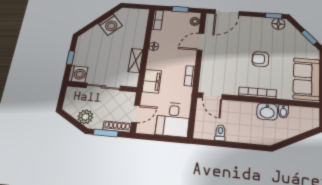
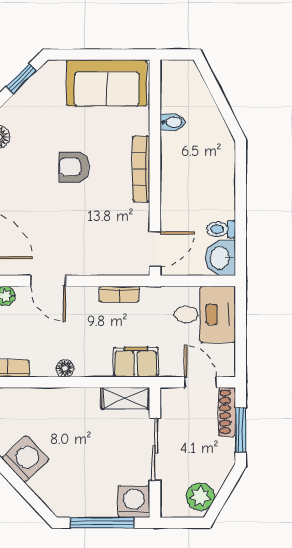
window: (71, 58) -> (102, 523), width x2.17
armchair: (260, 59) -> (74, 167), turned 90
shelving: (136, 61) -> (125, 398), moved
washbasin: (267, 112) -> (220, 258), moved, turned 180
plant: (85, 117) -> (200, 497), moved

